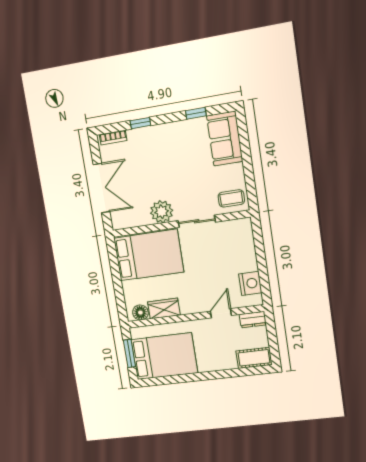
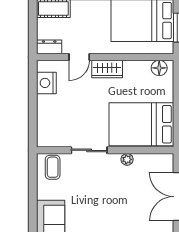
coffee table: (231, 198) -> (53, 167), turned 90
plant: (162, 212) -> (127, 159), width x0.53, depth x0.53
wardrobe: (164, 309) -> (107, 69), moved

